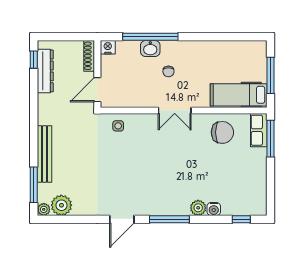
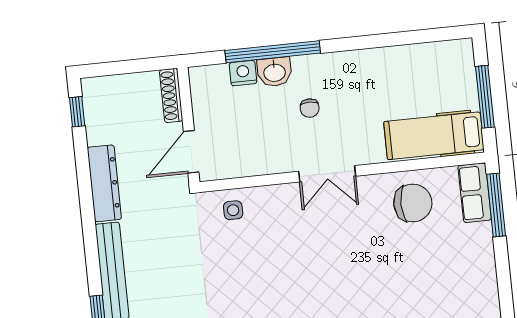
nightstand: (108, 47) -> (243, 73), moved
dresser: (45, 71) -> (104, 183), moved

